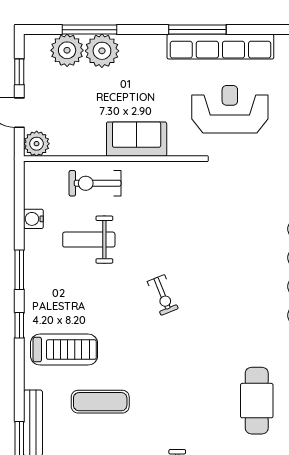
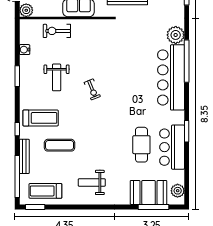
weight bench: (89, 240) -> (57, 77), moved, turned -90
window: (19, 325) -> (17, 129), moved

